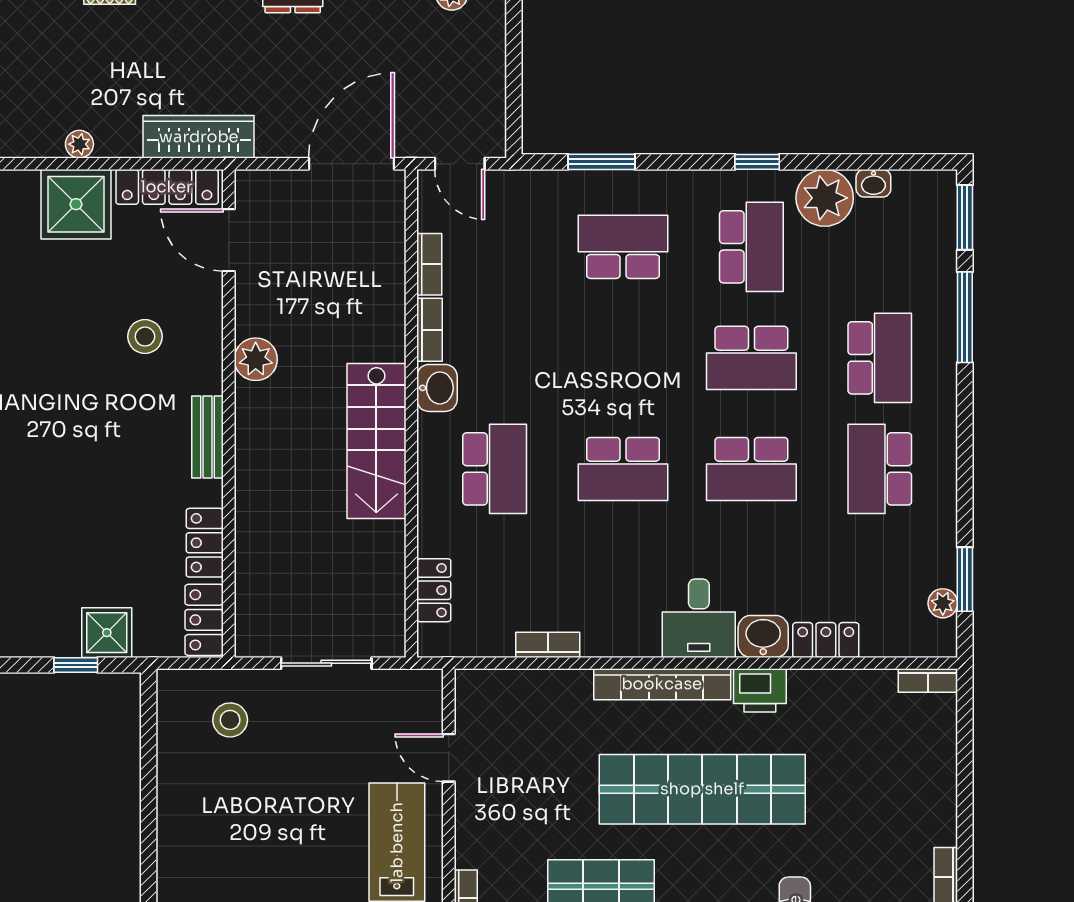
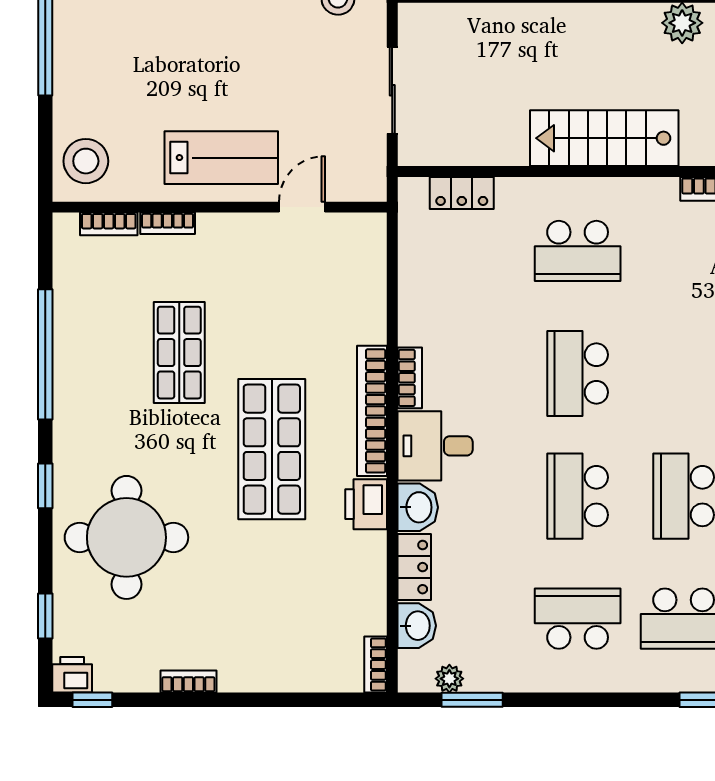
washbasin: (437, 388) -> (417, 626), moved, turned -90
bookcase: (548, 645) -> (410, 378), moved
shop shelf: (702, 789) -> (272, 449), width x0.71

